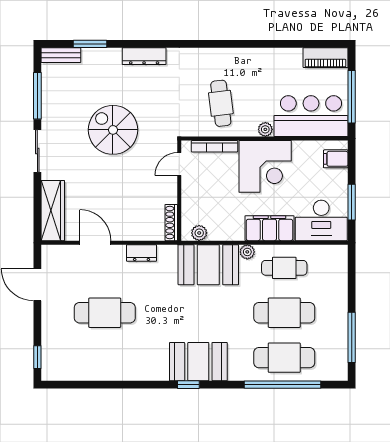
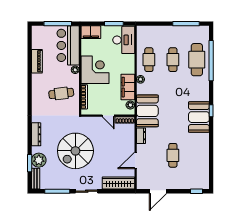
piano: (326, 58) -> (37, 61), moved
plant: (96, 61) -> (39, 160), added
spiral stairs: (113, 130) -> (75, 151), width x1.37, depth x1.37
filing cabinet: (336, 159) -> (91, 32), width x2.00
door: (179, 164) -> (108, 116), moved
filing cabinet: (269, 228) -> (128, 87), moved
booth: (208, 265) -> (147, 111), moved
cafe table: (105, 313) -> (173, 155), width x0.73, depth x0.74
cafe table: (284, 313) -> (173, 60), width x0.73, depth x0.74
booth: (198, 362) -> (199, 117), moved

